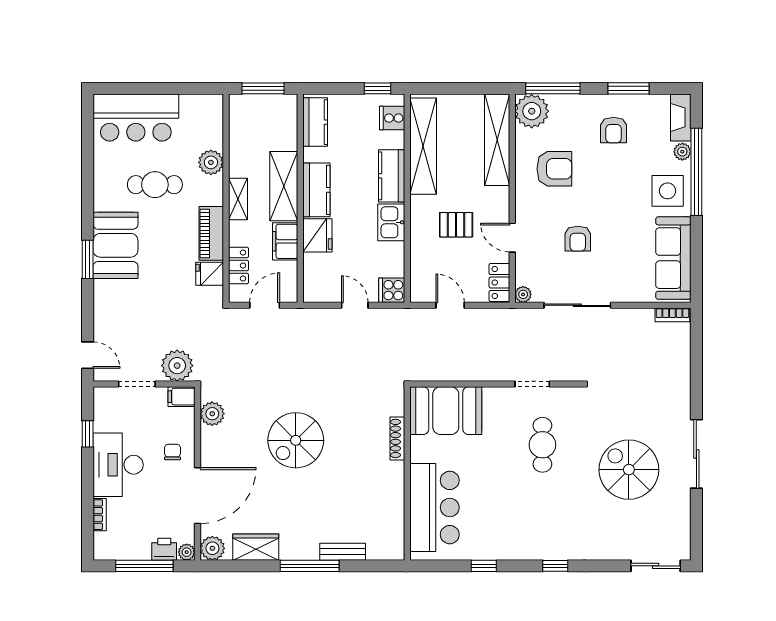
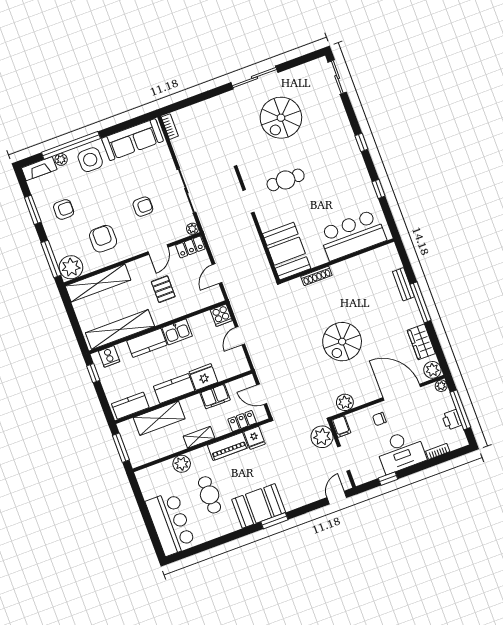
shelving: (284, 186) -> (159, 418), moved
spiral stairs: (296, 440) -> (342, 342), turned 90
printer: (164, 549) -> (452, 420), moved

